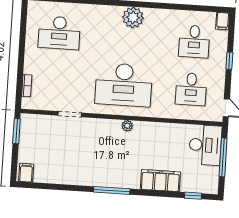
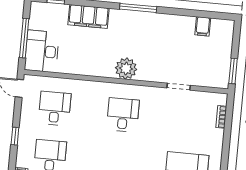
desk: (124, 85) -> (123, 115), width x0.53, depth x0.77
plant: (127, 126) -> (126, 69), width x1.87, depth x1.87
filing cabinet: (26, 173) -> (203, 26), moved

